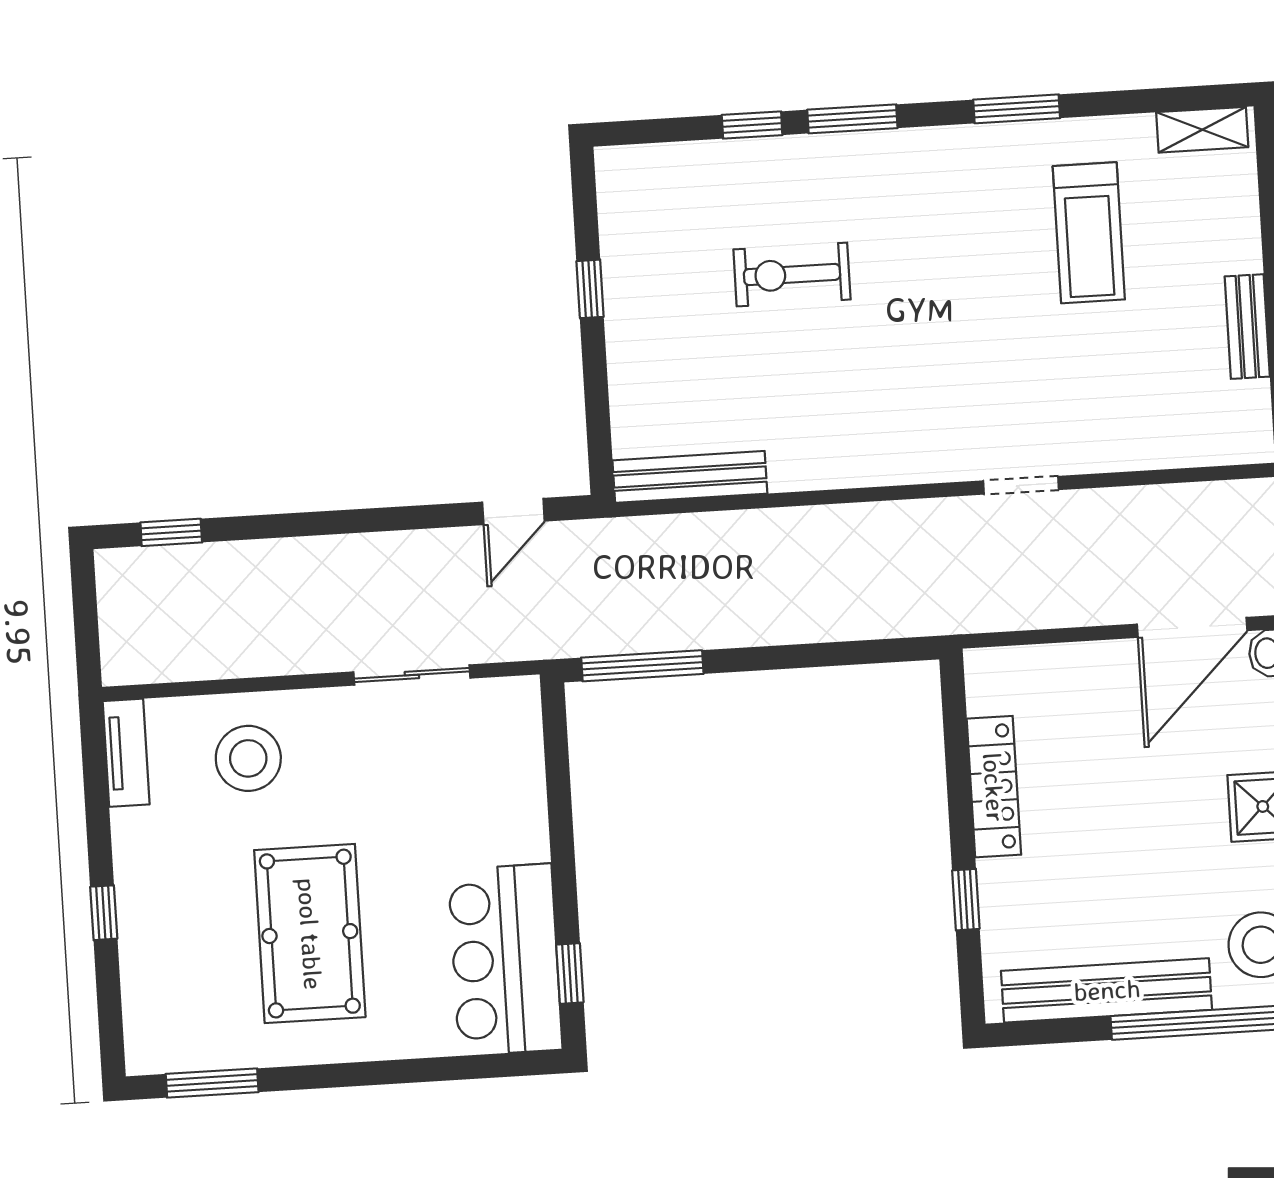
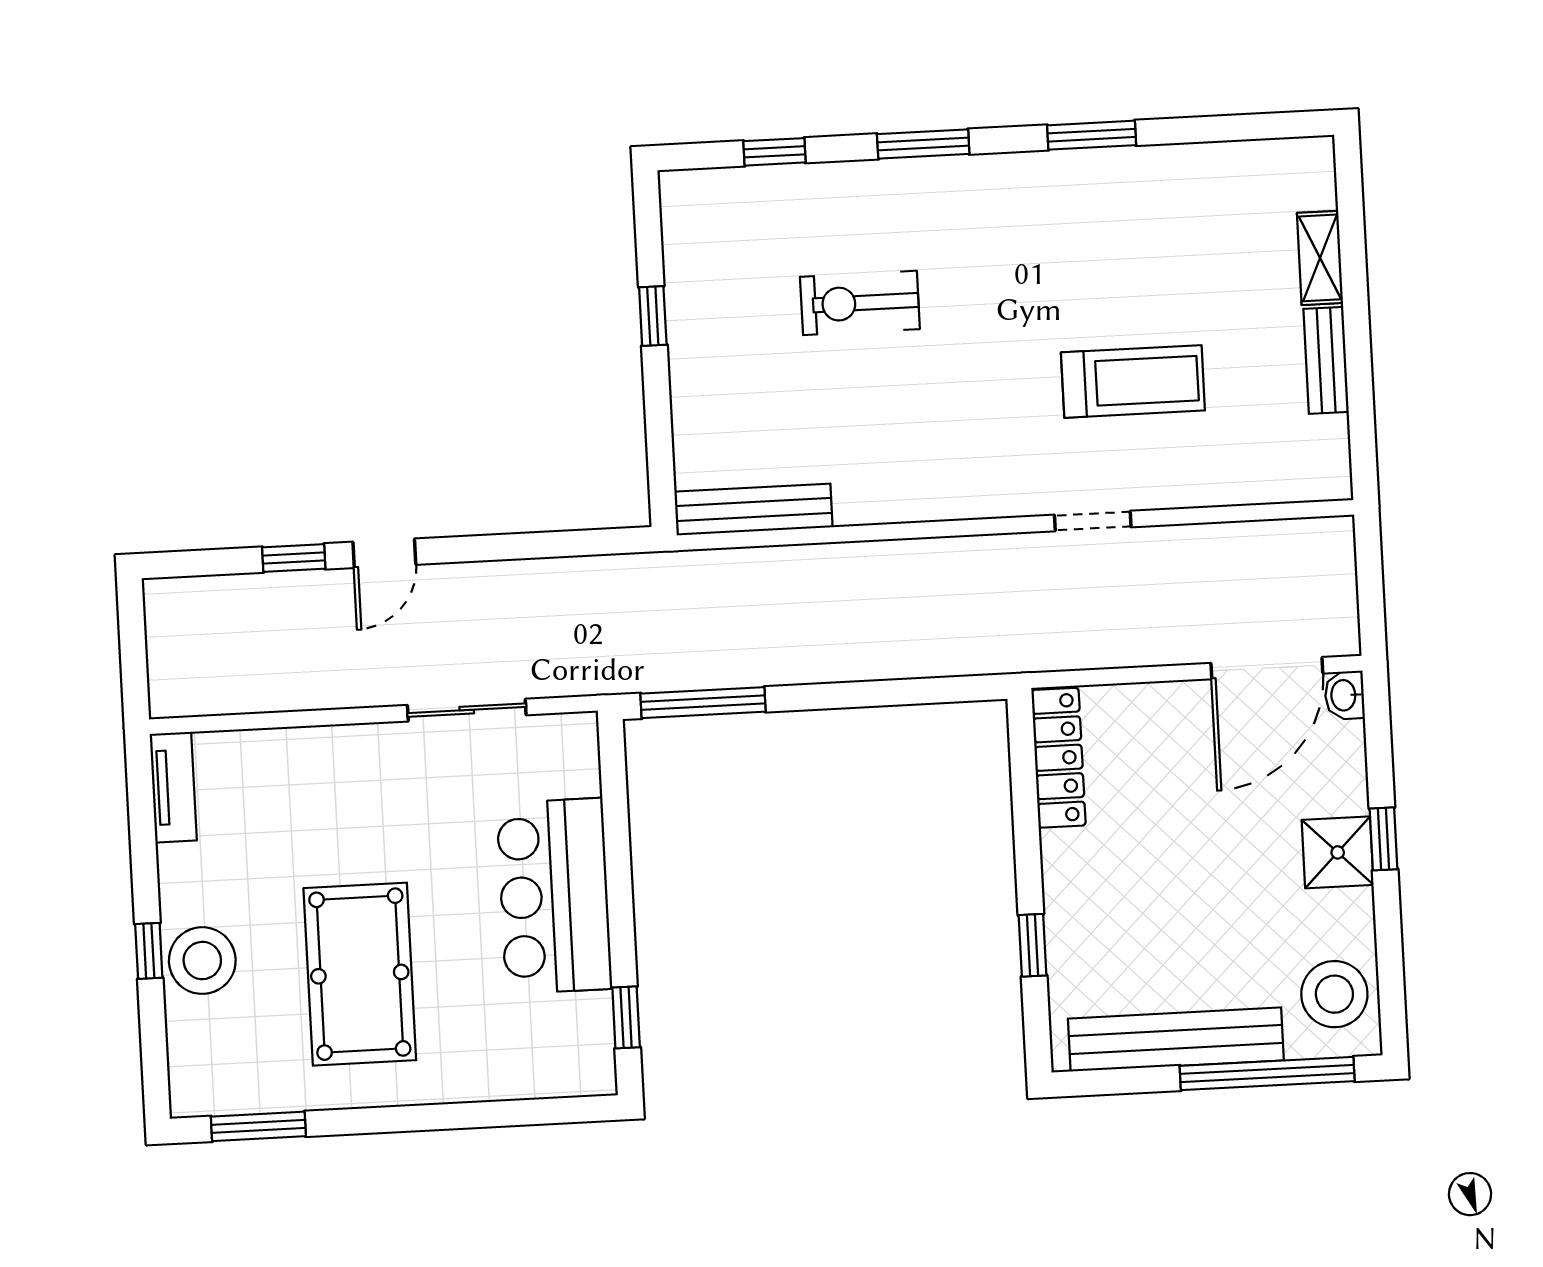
window: (752, 125) -> (775, 152), moved
shelving: (1202, 130) -> (1320, 258), moved, turned 90
treadmill: (1089, 233) -> (1133, 381), moved, turned -90
door: (513, 512) -> (384, 553), moved
window: (171, 532) -> (294, 558), moved
stool: (248, 758) -> (202, 961), moved
locker: (994, 787) -> (1059, 758), moved
bar counter: (505, 960) -> (554, 896), moved

